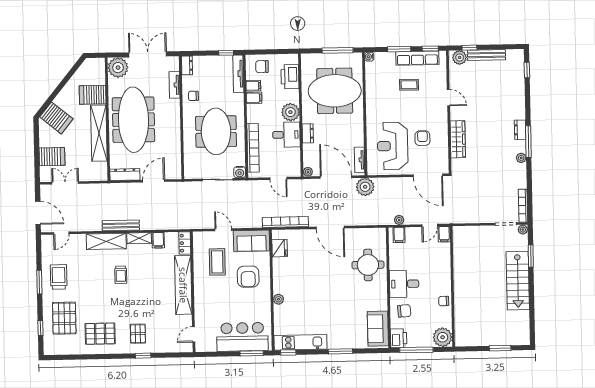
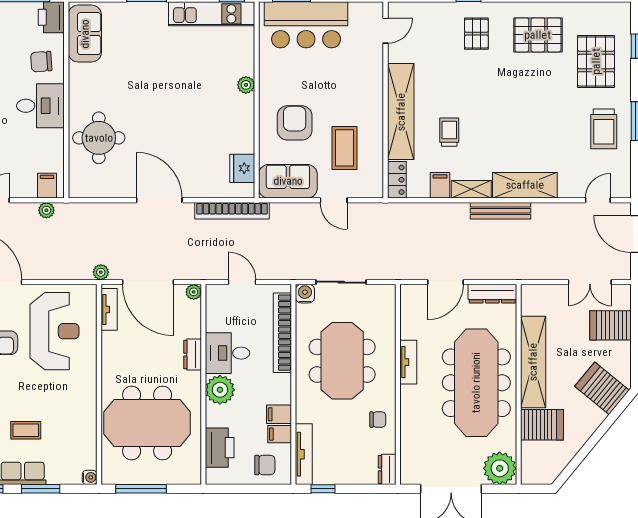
tv unit: (174, 85) -> (408, 362), moved
plant: (365, 187) -> (101, 272), width x0.53, depth x0.53
trolley: (121, 275) -> (449, 132), moved

